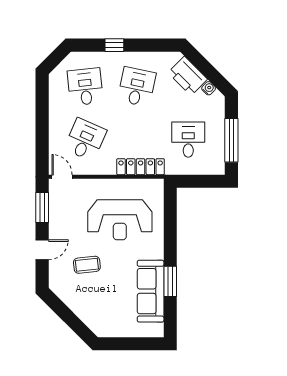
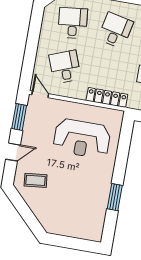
desk: (85, 140) -> (65, 67), turned -45
coffee table: (87, 265) -> (36, 180), moved
sofa: (151, 291) -> (97, 202), removed

